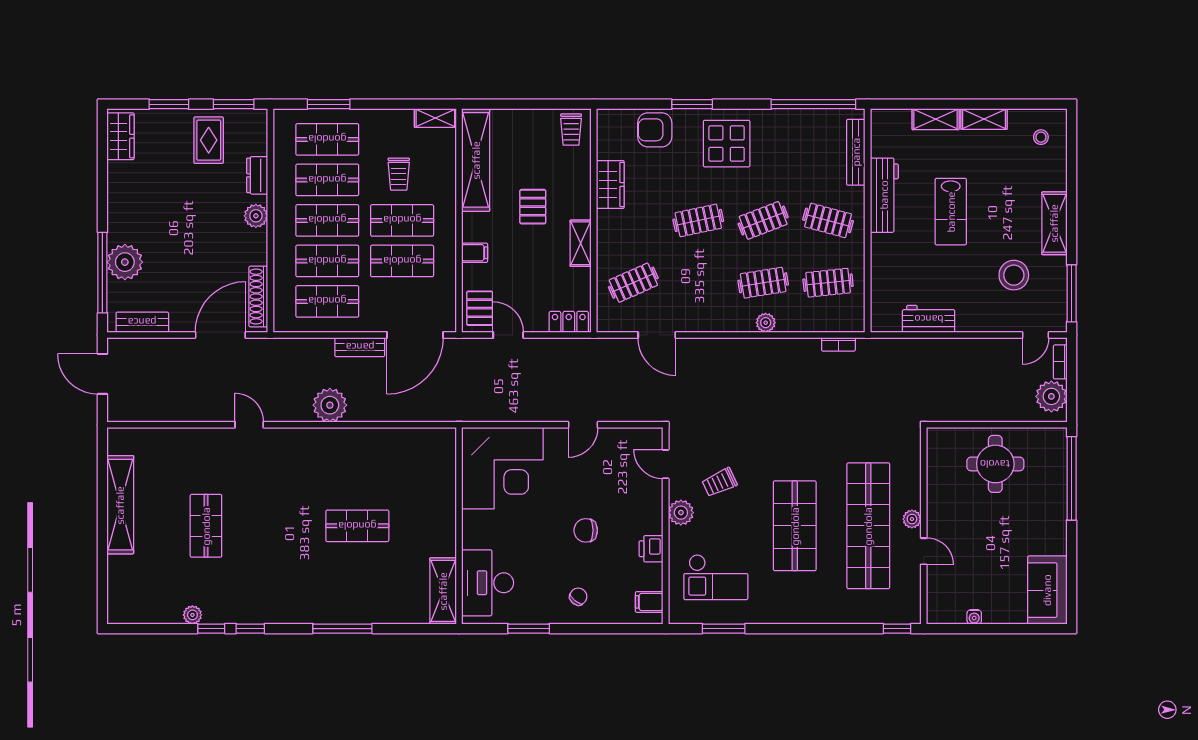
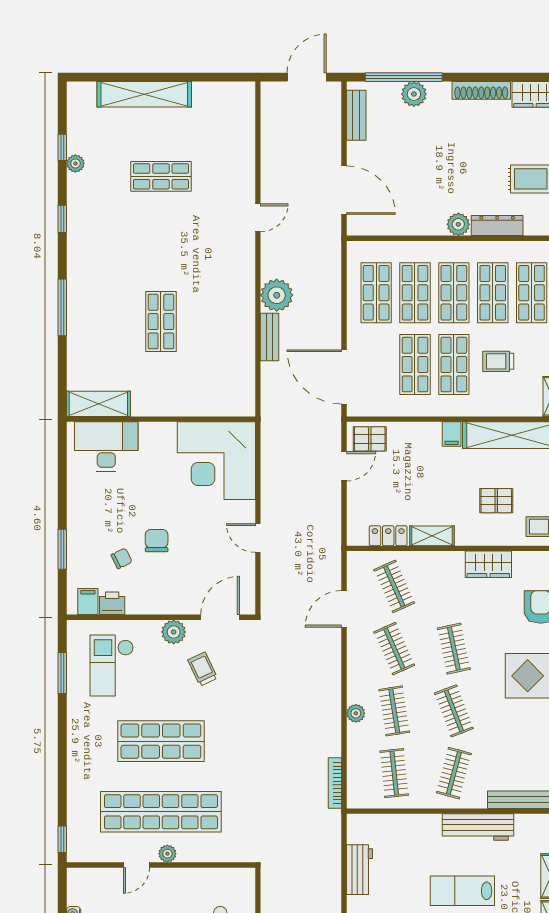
dresser: (257, 175) -> (497, 226), width x1.44
pallet: (533, 207) -> (496, 501), moved
filing cabinet: (475, 253) -> (452, 434), moved
plant: (125, 262) -> (414, 94), width x0.73, depth x0.73
clothes rail: (698, 283) -> (394, 649), added
shoe rack: (258, 297) -> (481, 90), moved, turned 180
locker: (569, 322) -> (388, 536), moved, turned -90
bookcase: (838, 344) -> (335, 783), width x1.56
bench: (360, 347) -> (270, 337), moved
door: (666, 464) -> (220, 617), width x1.38
shelving: (120, 505) -> (144, 94), moved
printer: (651, 549) -> (112, 603), moved
chair: (578, 597) -> (122, 558), moved, turned -66
window: (211, 629) -> (62, 147), moved
window: (529, 629) -> (62, 549), moved

